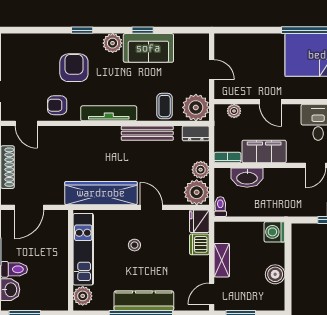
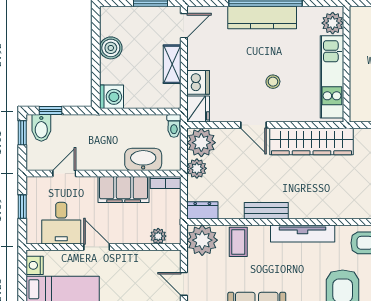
door: (270, 102) -> (97, 247), moved
bench: (147, 133) -> (266, 211), width x0.73

